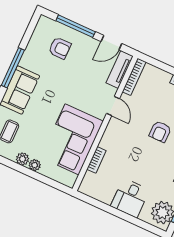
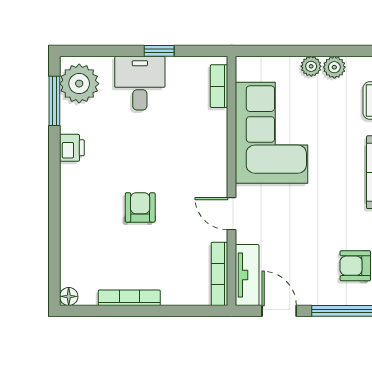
door: (111, 43) -> (279, 311), hinge flipped
bookcase: (96, 160) -> (219, 86), moved
window: (112, 210) -> (159, 51), added

